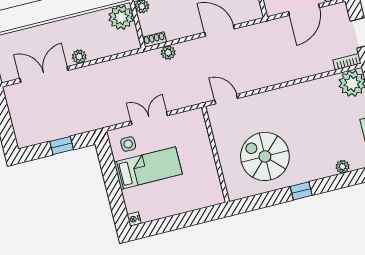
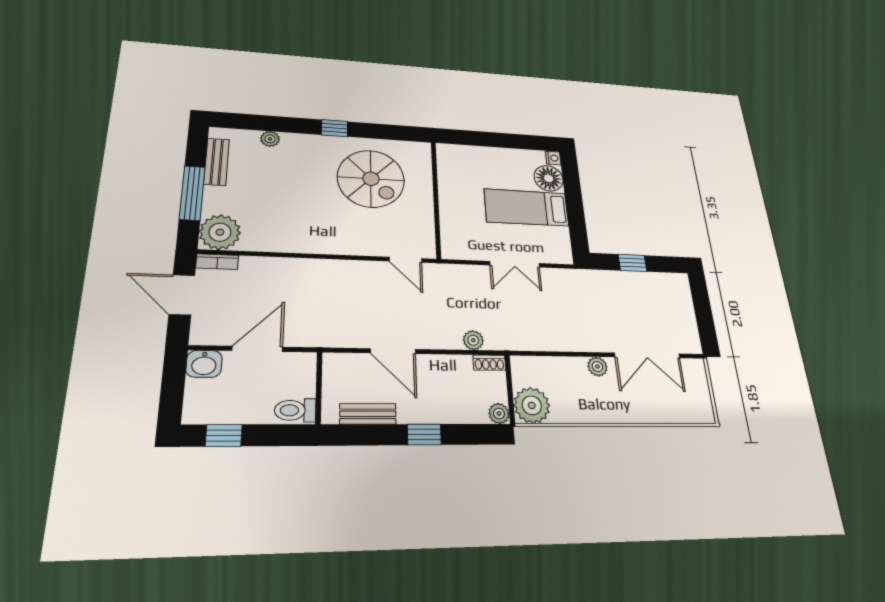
side table: (128, 144) -> (547, 242), removed
floor lamp: (135, 199) -> (549, 178), added

